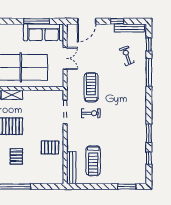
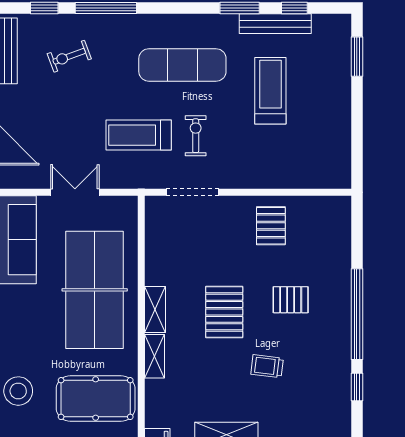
exercise mat: (123, 107) -> (182, 65), added
treadmill: (93, 161) -> (270, 91), moved, turned -90
bench: (71, 168) -> (275, 24), moved

